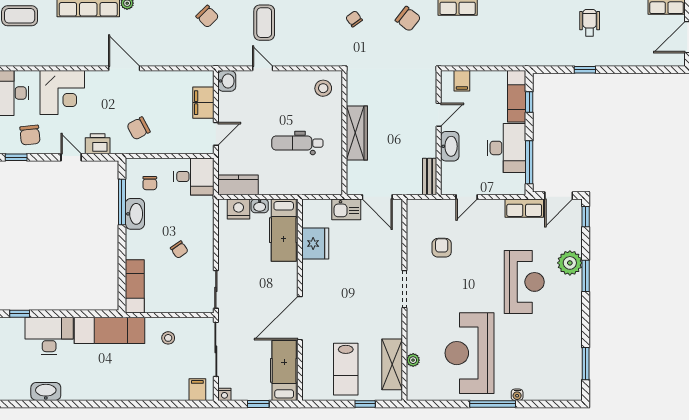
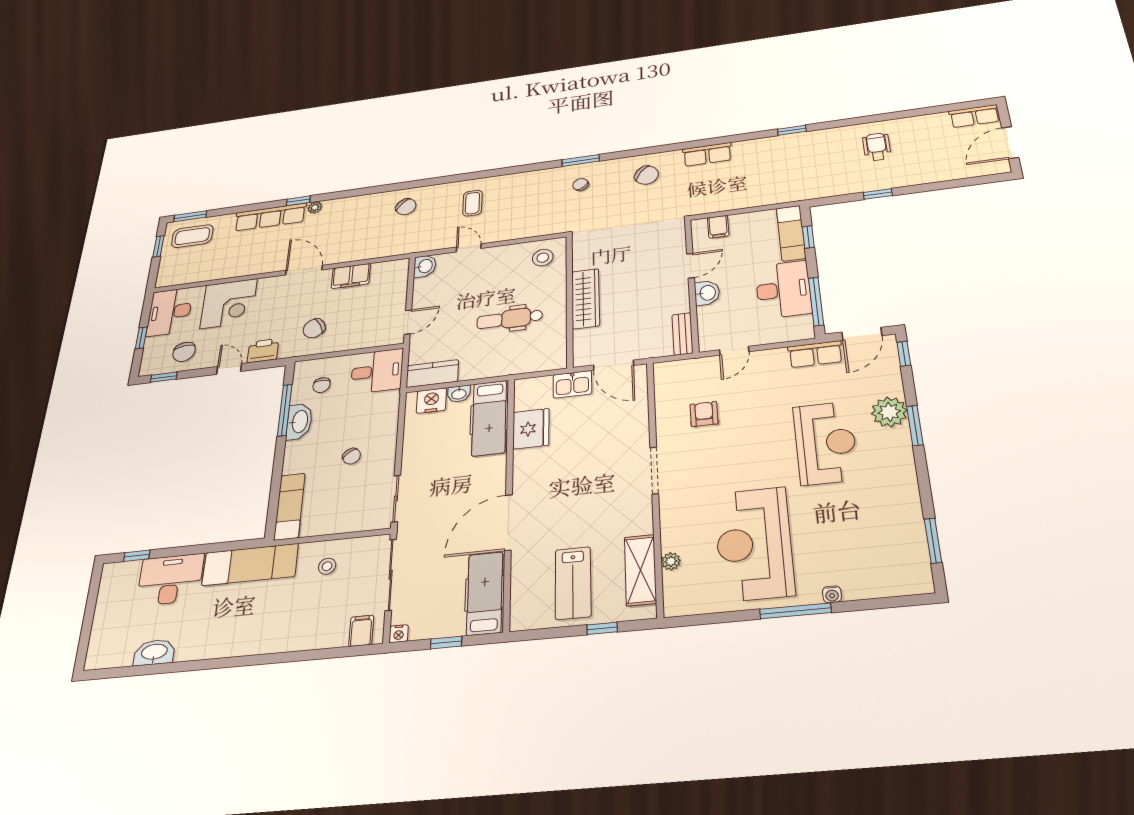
coffee table: (264, 23) -> (472, 203), width x0.73, depth x0.77
filing cabinet: (203, 103) -> (351, 276), moved, turned -90
washbasin: (450, 146) -> (707, 293), width x0.72

